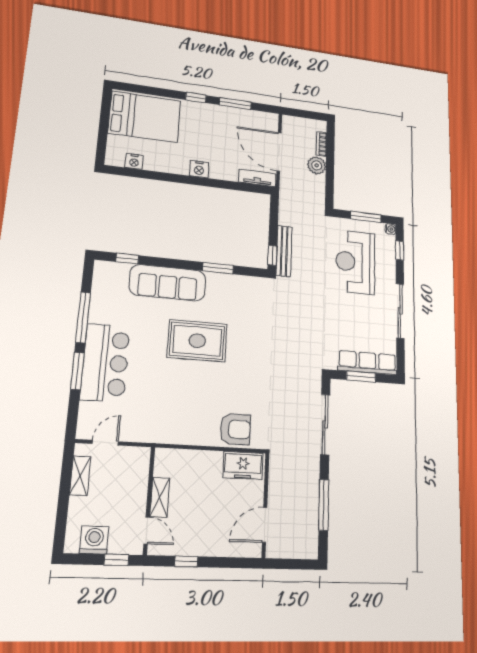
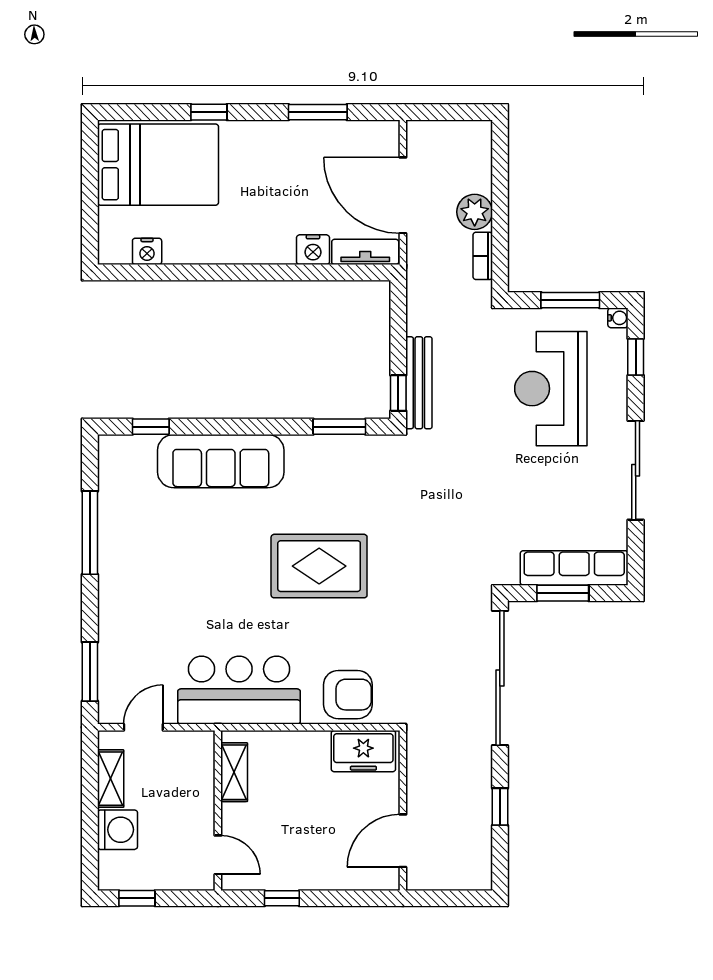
window: (196, 98) -> (209, 112), moved
bookcase: (321, 144) -> (483, 256), moved
nightstand: (199, 169) -> (313, 250), moved
window: (218, 268) -> (339, 427), moved
rug: (197, 341) -> (319, 566), moved
bar counter: (105, 363) -> (239, 690), moved, turned -90
window: (77, 371) -> (90, 672), moved
sliding door: (325, 424) -> (500, 678), width x1.36
shelving: (160, 497) -> (234, 772), moved
window: (324, 505) -> (500, 807), width x0.46
washing machine: (94, 540) -> (117, 830), moved, turned 90
window: (116, 560) -> (137, 898), moved

